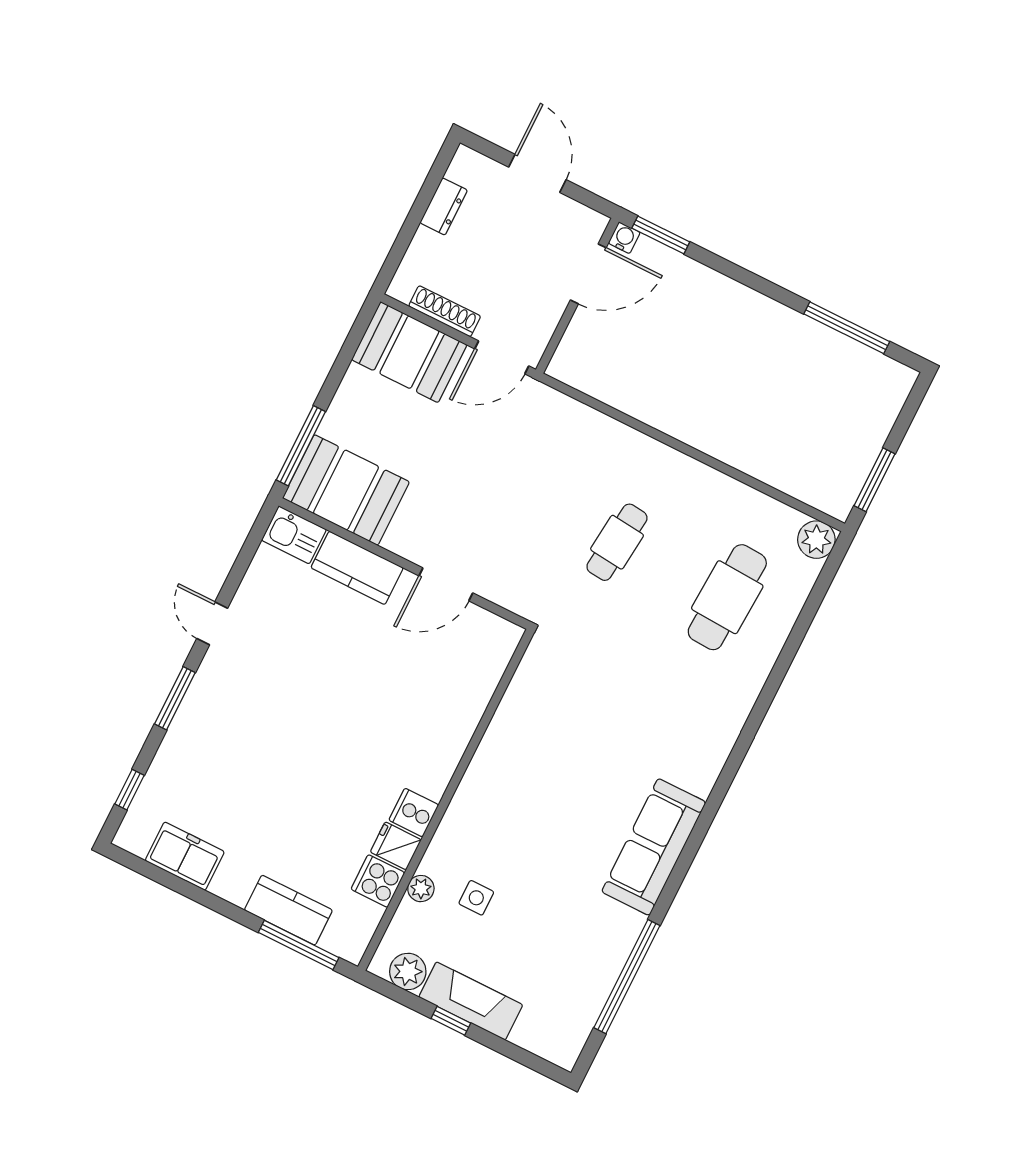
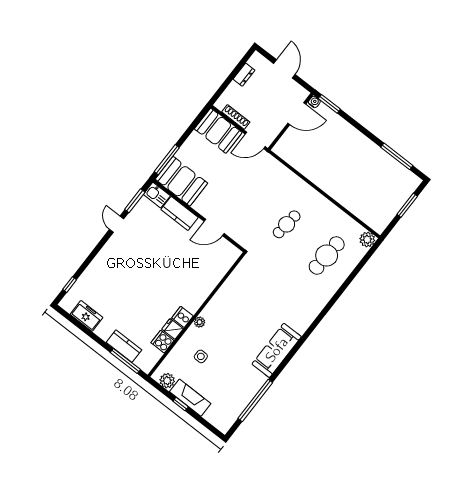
window: (875, 480) -> (407, 205), moved
window: (175, 698) -> (135, 201), moved
plant: (421, 889) -> (200, 322), moved

